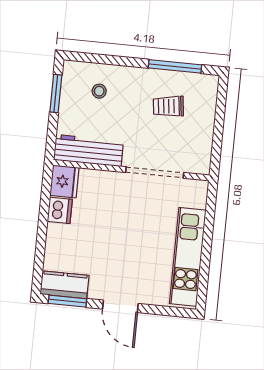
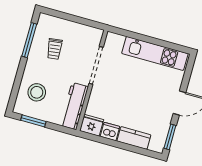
stool: (99, 91) -> (37, 92), width x1.89, depth x1.89
kitchen counter: (64, 285) -> (134, 138), moved, turned 90

